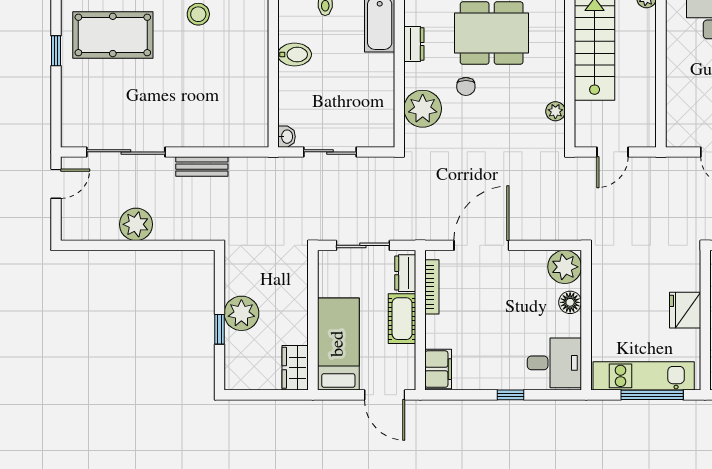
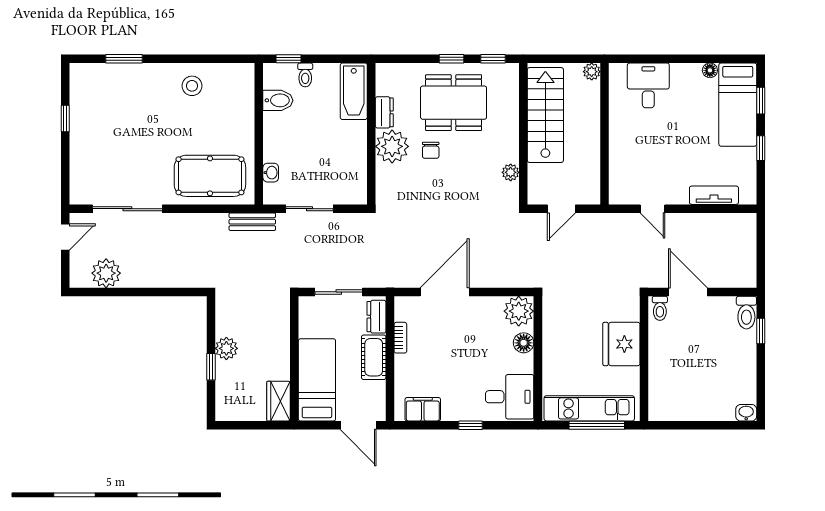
pool table: (113, 35) -> (210, 176), moved
bidet: (295, 54) -> (278, 100), moved
plant: (423, 109) -> (392, 146), moved
washbasin: (287, 137) -> (271, 173), moved
bench: (202, 167) -> (252, 222), moved
plant: (136, 224) -> (106, 273), moved
bookcase: (432, 287) -> (400, 338), width x0.64
fridge: (685, 310) -> (621, 344), width x1.36, depth x1.34
plant: (241, 313) -> (226, 348), width x0.73, depth x0.73
filing cabinet: (438, 369) -> (423, 409), moved, turned -90

